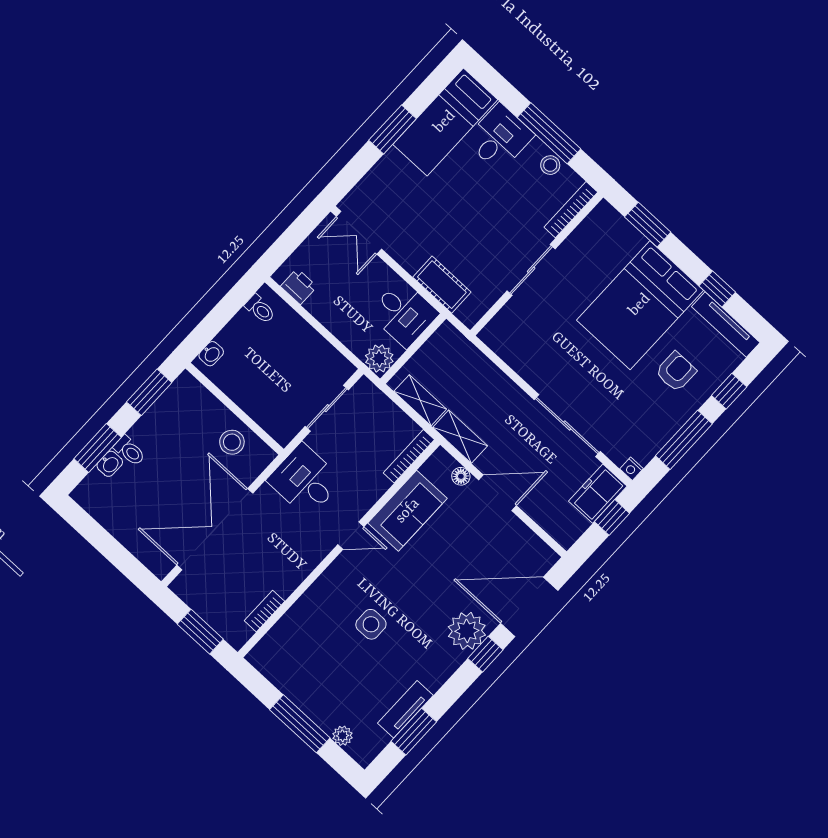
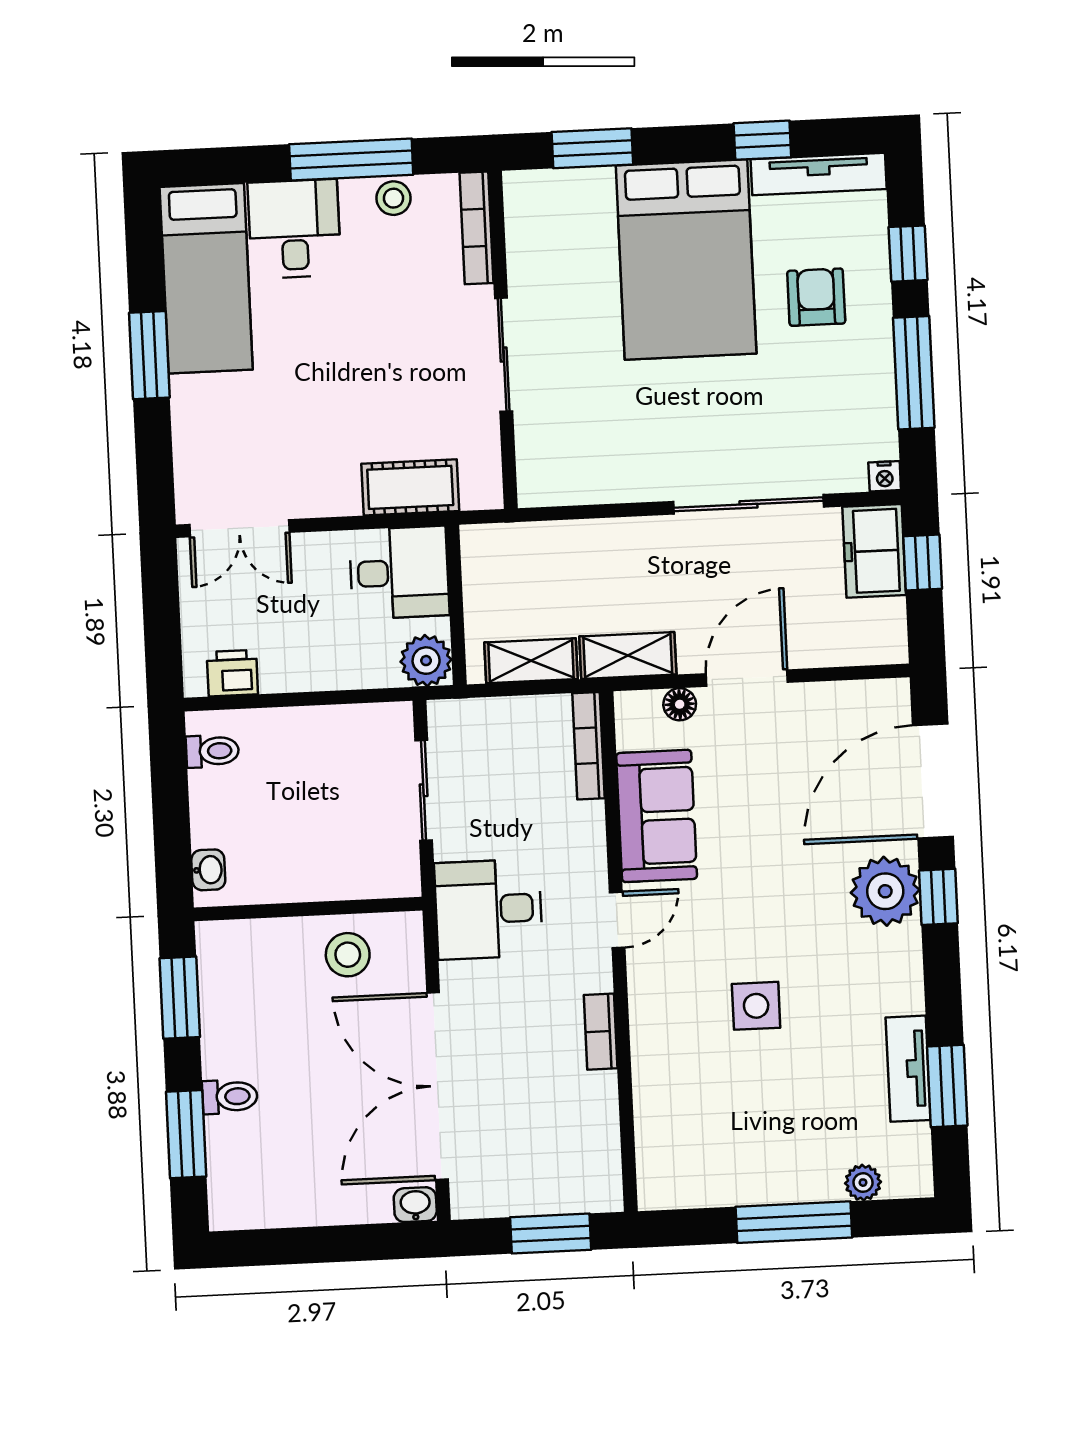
washbasin: (110, 464) -> (415, 1205), moved, turned -90
bookcase: (264, 611) -> (601, 1032), moved

